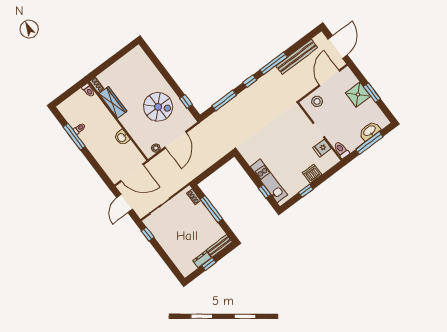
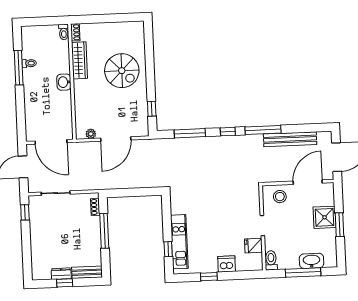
spiral stairs: (158, 107) -> (122, 71), moved
washbasin: (122, 137) -> (64, 82), moved

